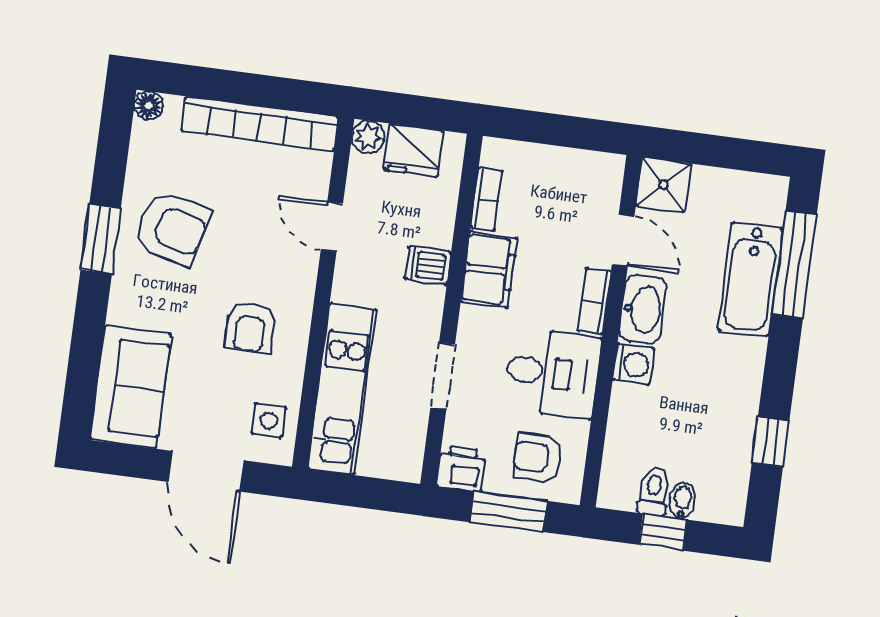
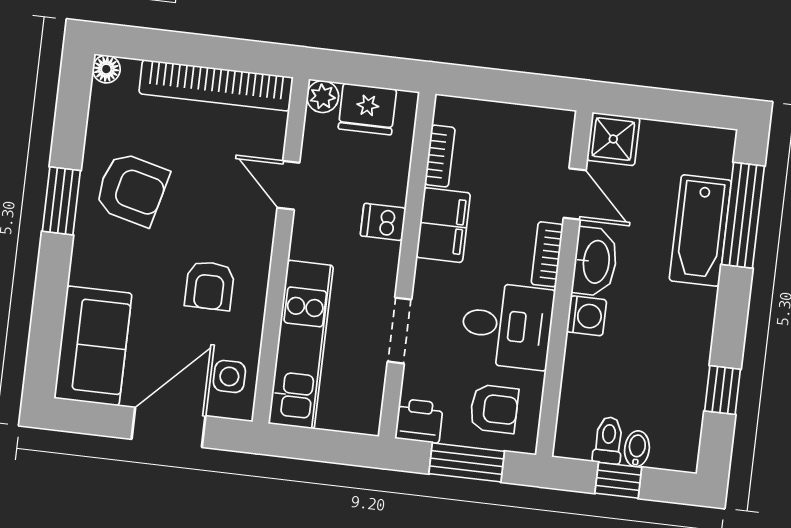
armchair: (538, 458) -> (494, 409), turned 180
door: (206, 471) -> (168, 427), swing flipped

